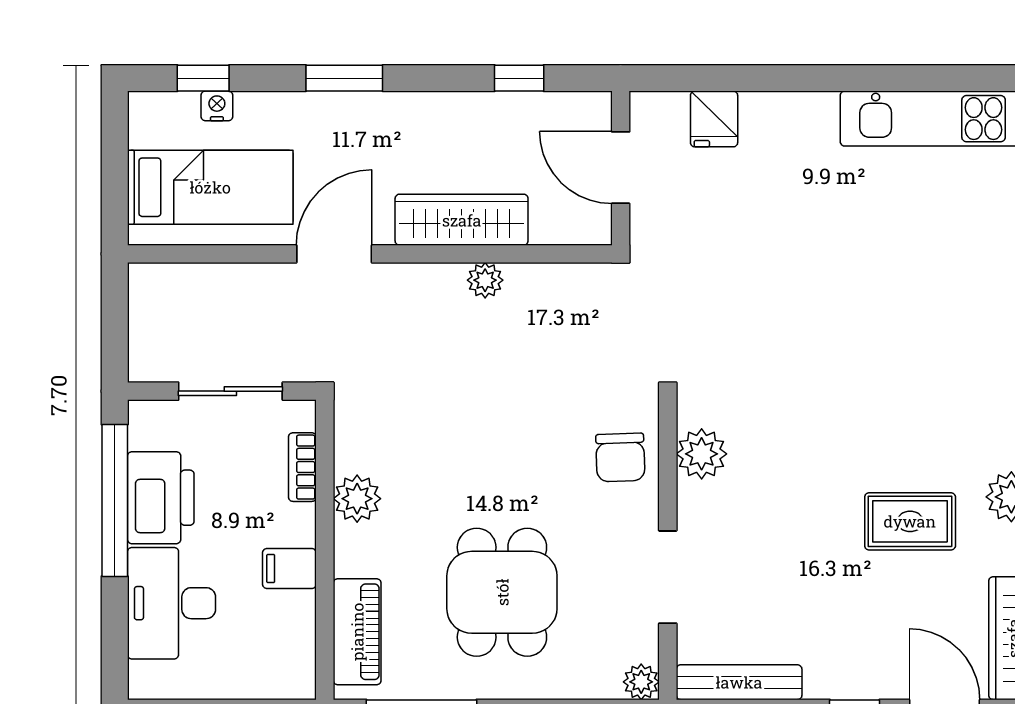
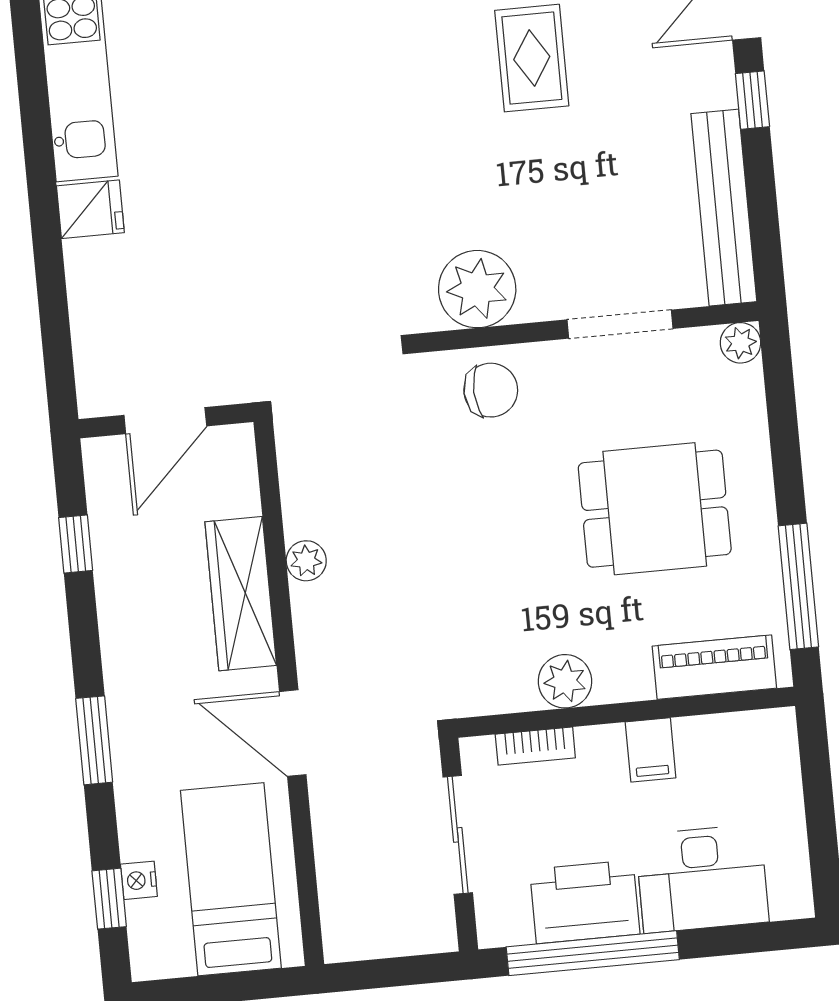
fridge: (714, 119) -> (90, 209), moved
plant: (702, 454) -> (477, 289), width x1.36, depth x1.36
bench: (739, 682) -> (724, 208), width x1.37, depth x1.21

